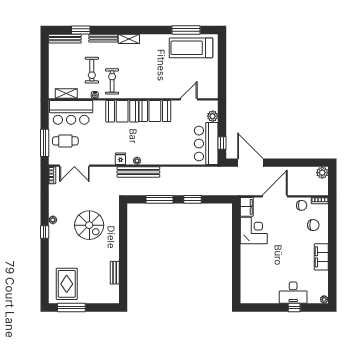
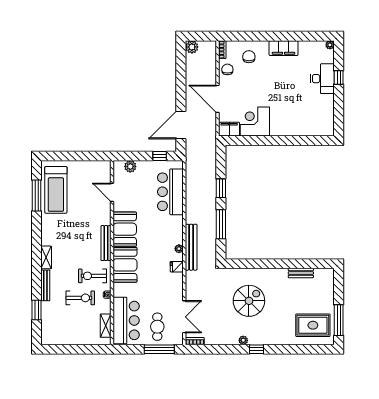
bench: (65, 39) -> (106, 243), moved
bar counter: (206, 144) -> (170, 192), moved, turned 90

